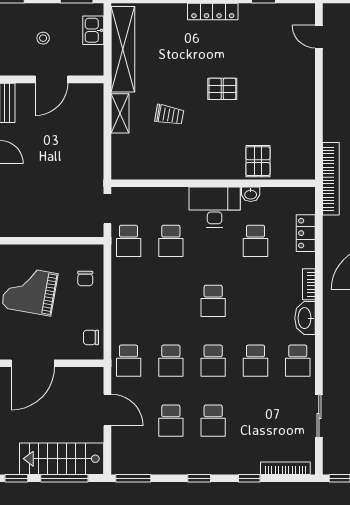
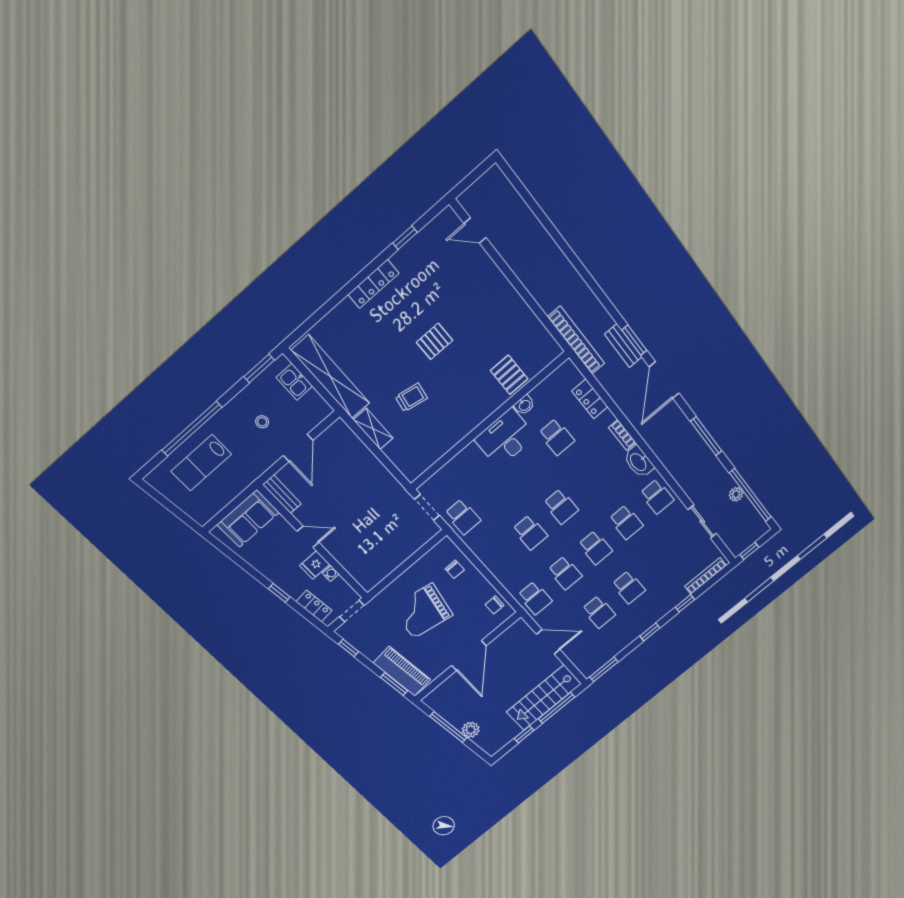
school desk: (171, 241) -> (530, 532), moved

